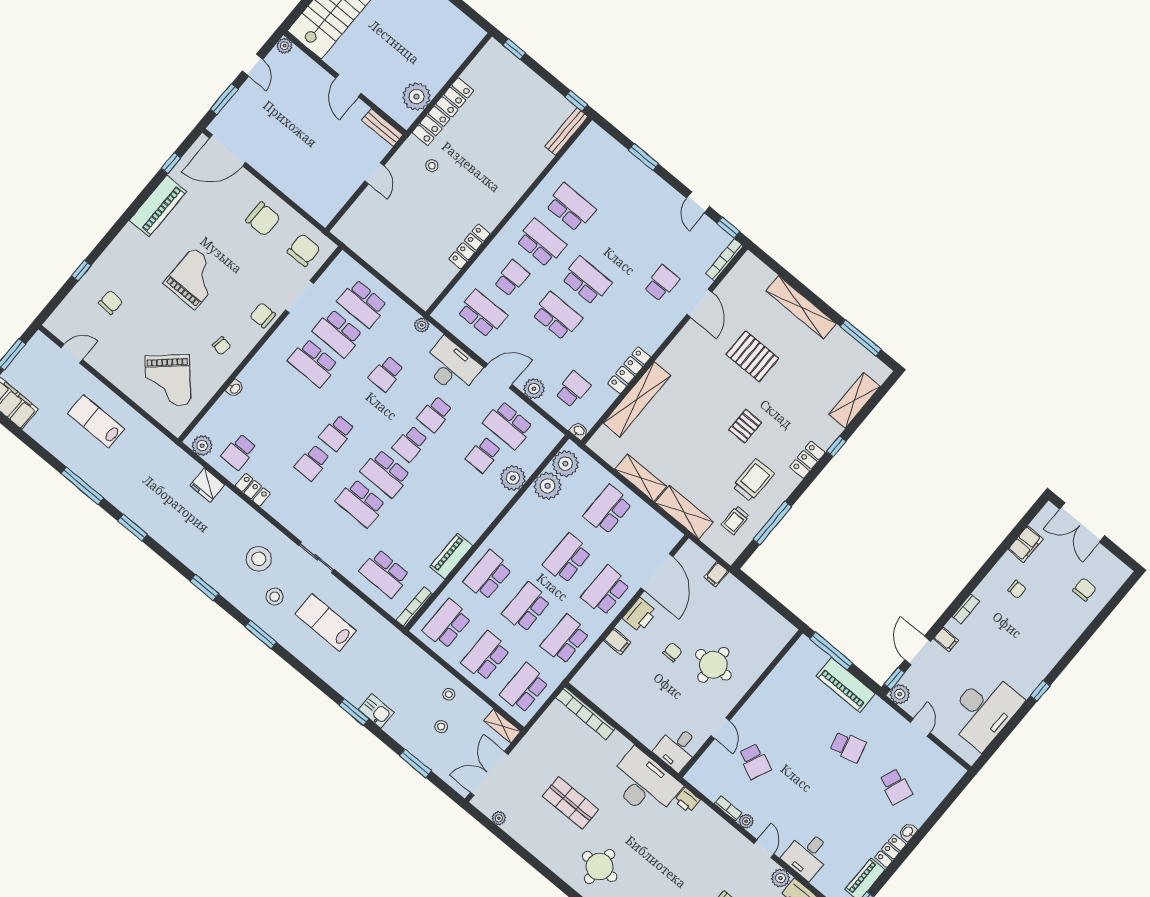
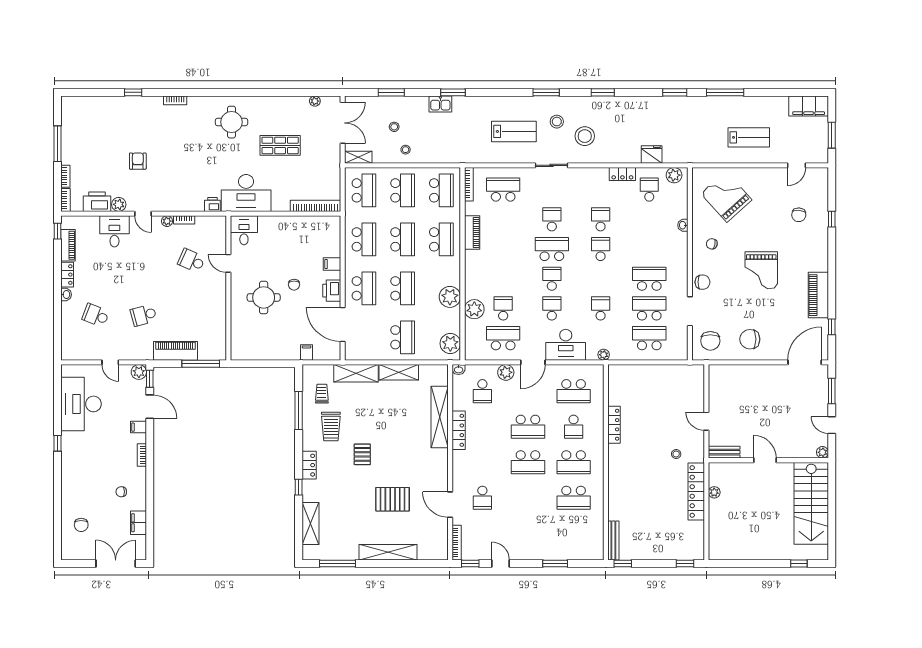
plant: (416, 97) -> (714, 492), width x0.53, depth x0.53
plant: (548, 486) -> (450, 297), moved
school desk: (361, 503) -> (552, 219), width x0.54

